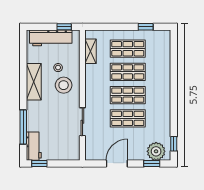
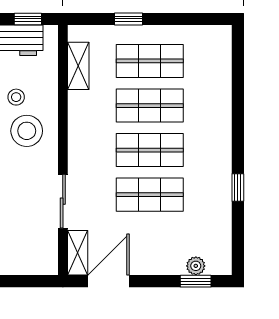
window: (146, 27) -> (129, 19), moved
window: (174, 144) -> (238, 187), moved
shelving: (90, 149) -> (78, 253), added
plant: (156, 151) -> (196, 266), width x0.53, depth x0.53
door: (117, 164) -> (108, 281), moved

